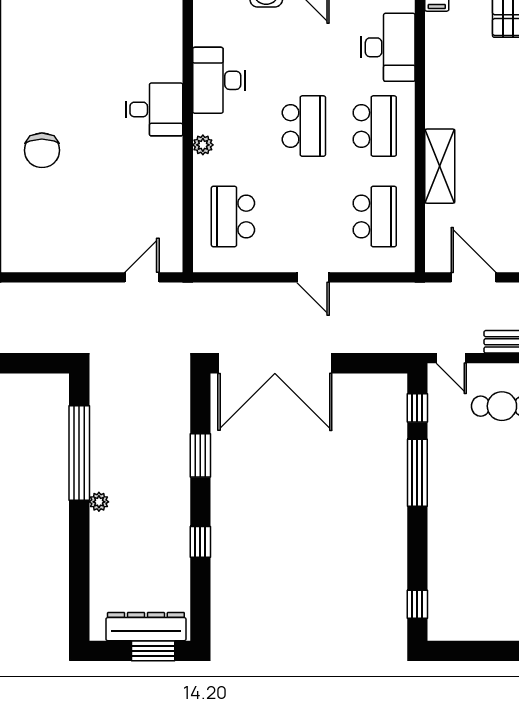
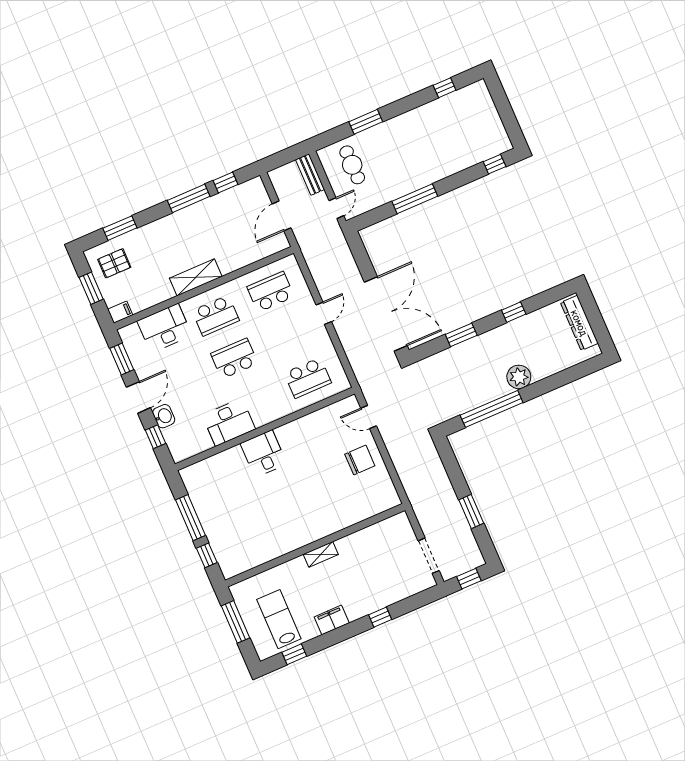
school desk: (375, 126) -> (216, 316), turned 180
plant: (203, 145) -> (272, 415), removed
chair: (42, 150) -> (360, 460), moved
shelving: (440, 166) -> (196, 277), moved
window: (417, 408) -> (375, 216), removed
plant: (99, 502) -> (519, 377), width x1.88, depth x1.88
window: (153, 651) -> (592, 312), removed

